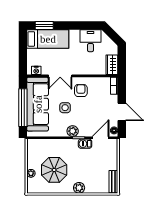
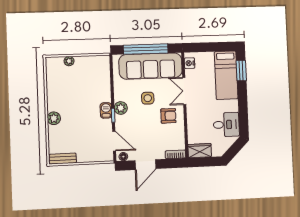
barbecue: (85, 144) -> (106, 110), moved
parasol: (54, 170) -> (74, 88), removed

